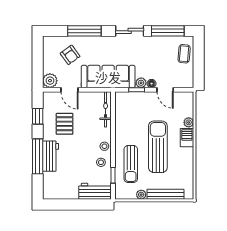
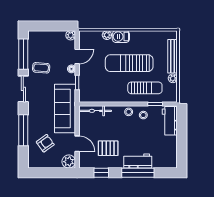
coffee table: (184, 54) -> (41, 68), moved
plant: (141, 83) -> (71, 35), moved
door: (70, 90) -> (77, 144), hinge flipped

